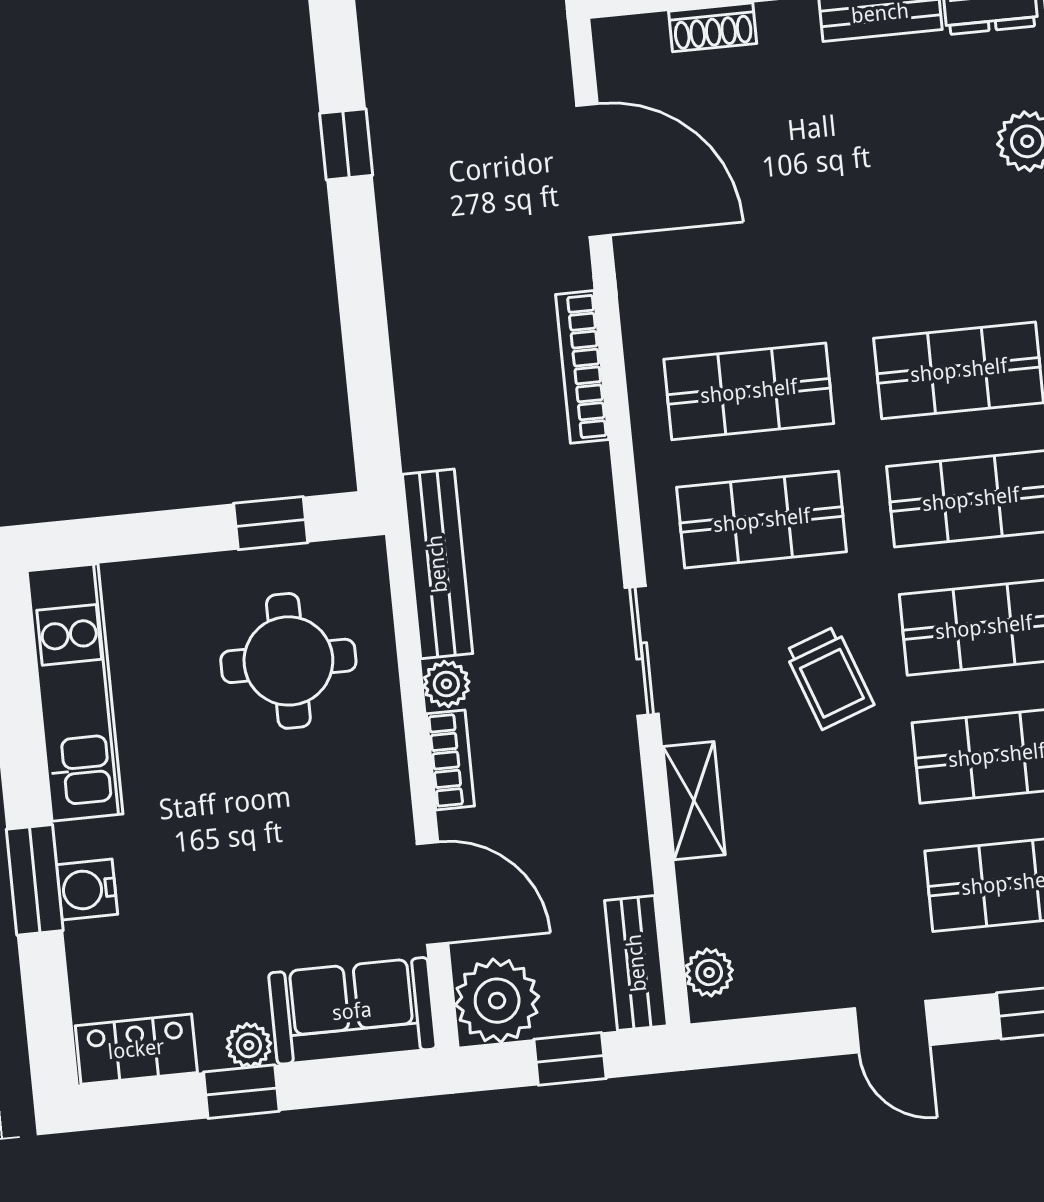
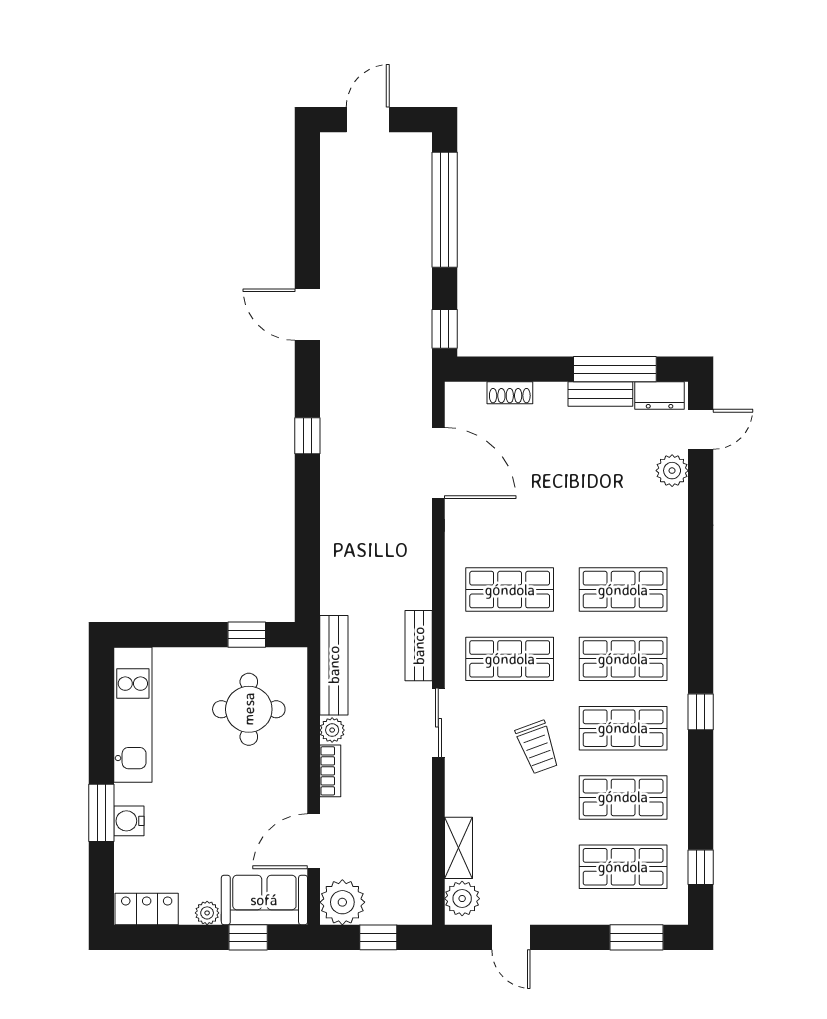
bookcase: (582, 367) -> (422, 568), removed
shelving: (694, 801) -> (458, 848), moved
door: (433, 893) -> (314, 841), swing flipped
bench: (636, 963) -> (419, 646), moved
plant: (709, 973) -> (462, 899), width x1.38, depth x1.38
door: (892, 1027) -> (511, 937), moved
window: (241, 1092) -> (248, 937), moved

